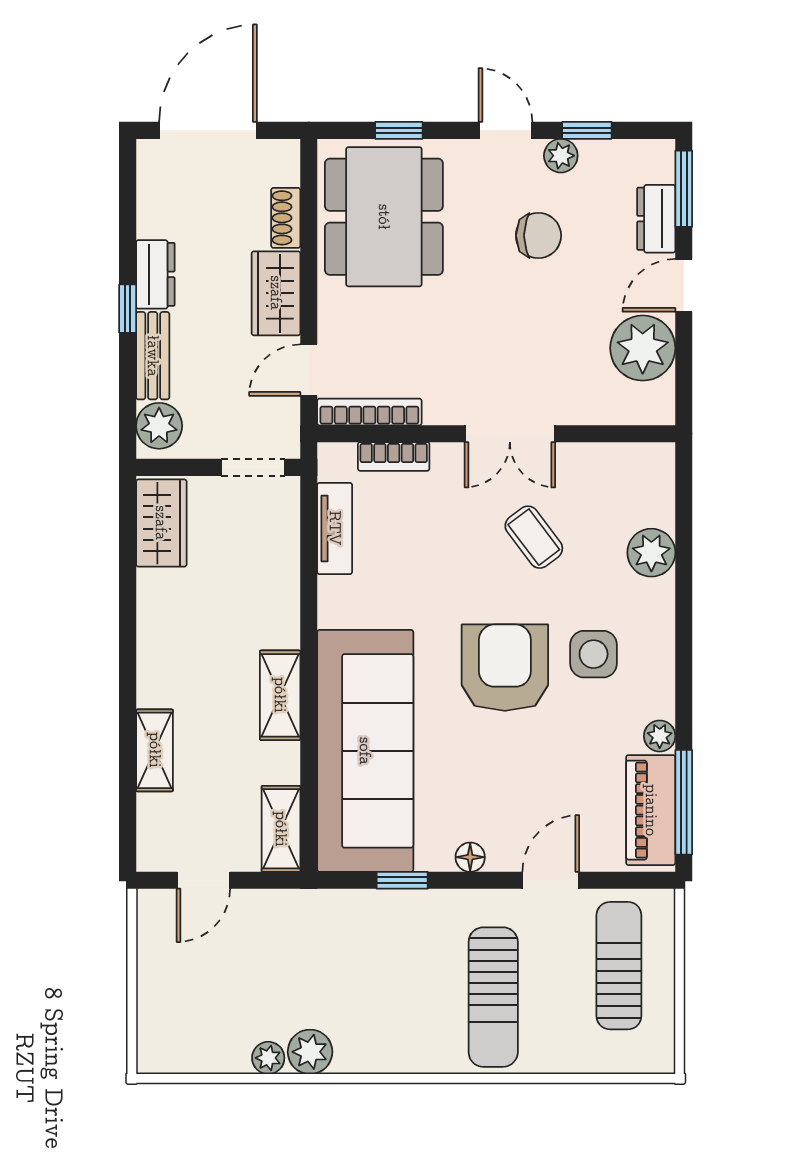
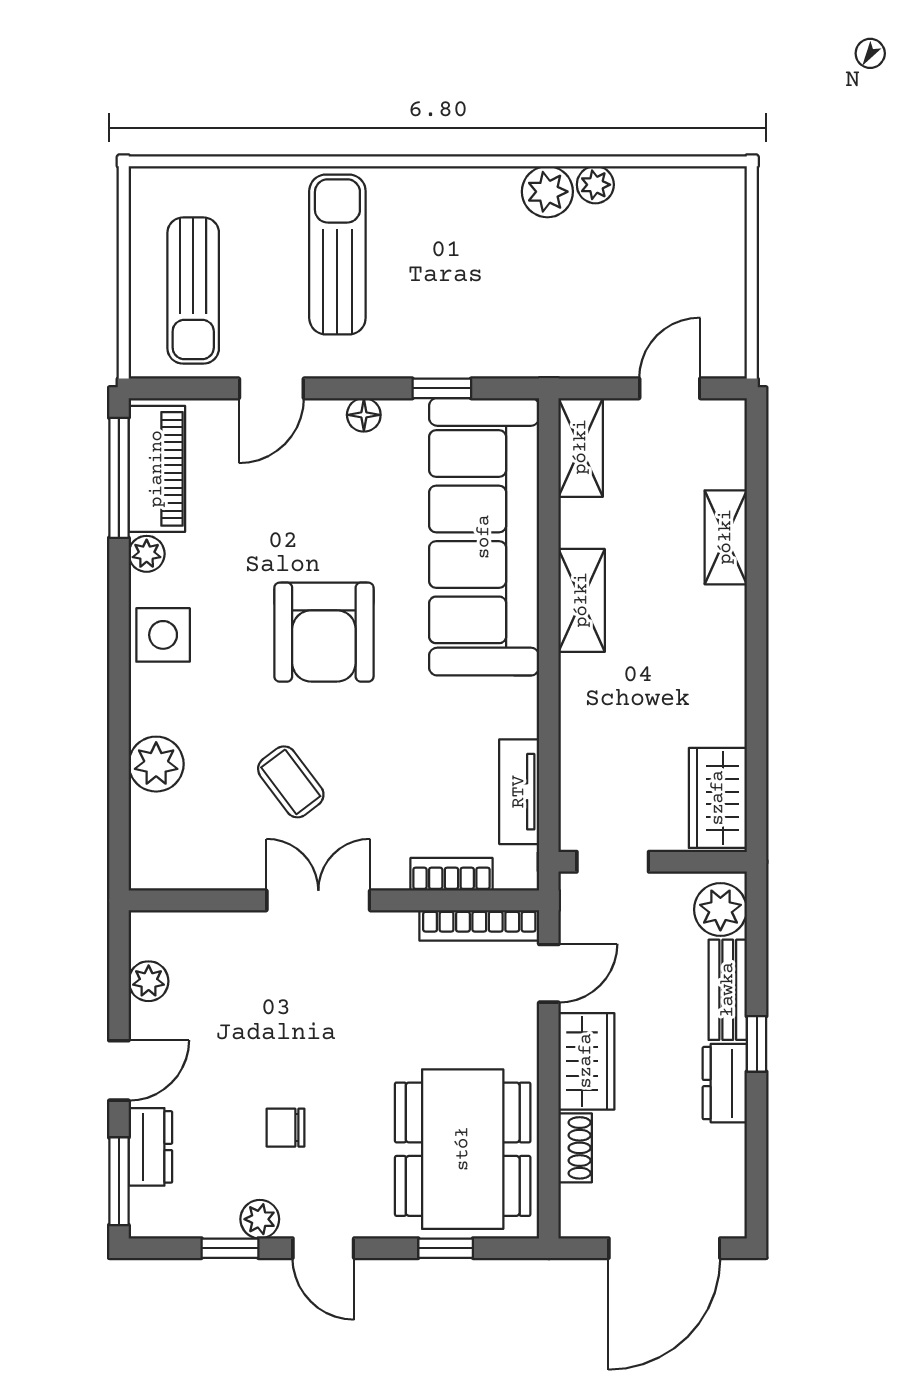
chair: (538, 236) -> (286, 1128), width x0.73, depth x0.73
plant: (643, 348) -> (149, 981), width x0.53, depth x0.53
side table: (594, 654) -> (163, 635), moved

